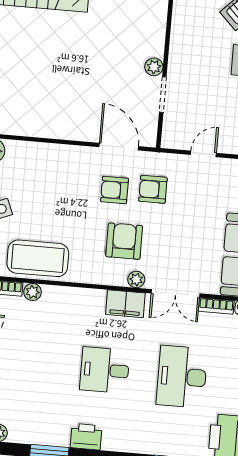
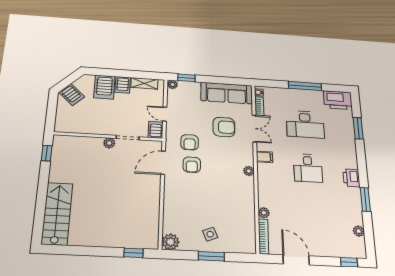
server rack: (176, 138) -> (156, 130), added
armchair: (124, 241) -> (224, 127), moved, turned 180
coffee table: (38, 258) -> (241, 210), removed
plant: (136, 279) -> (249, 171), moved
filing cabinet: (125, 304) -> (264, 157), width x0.50

